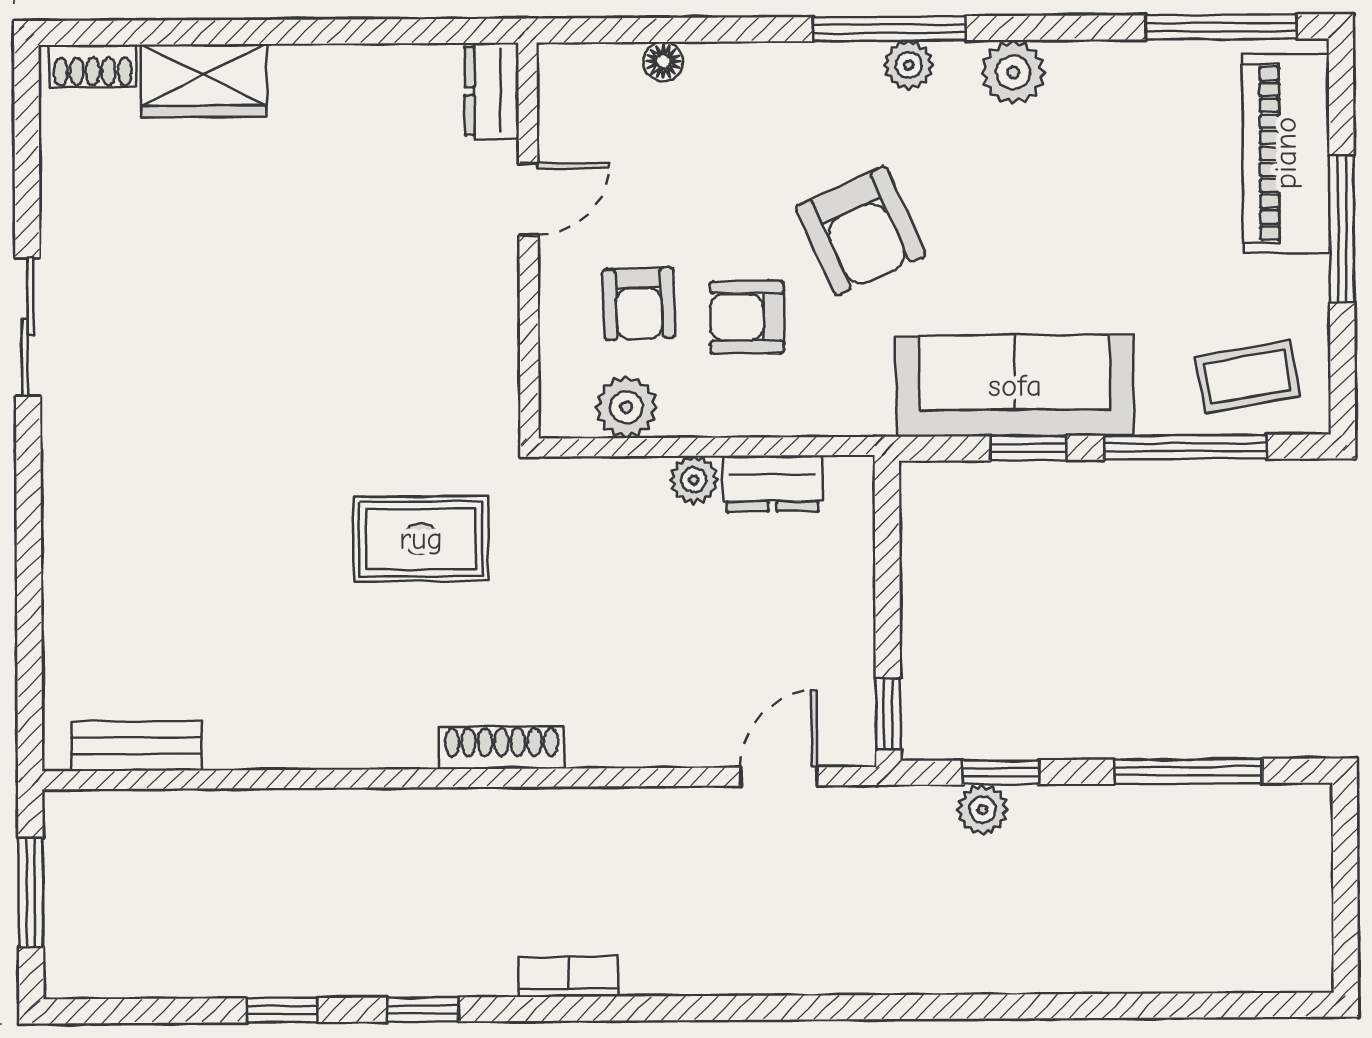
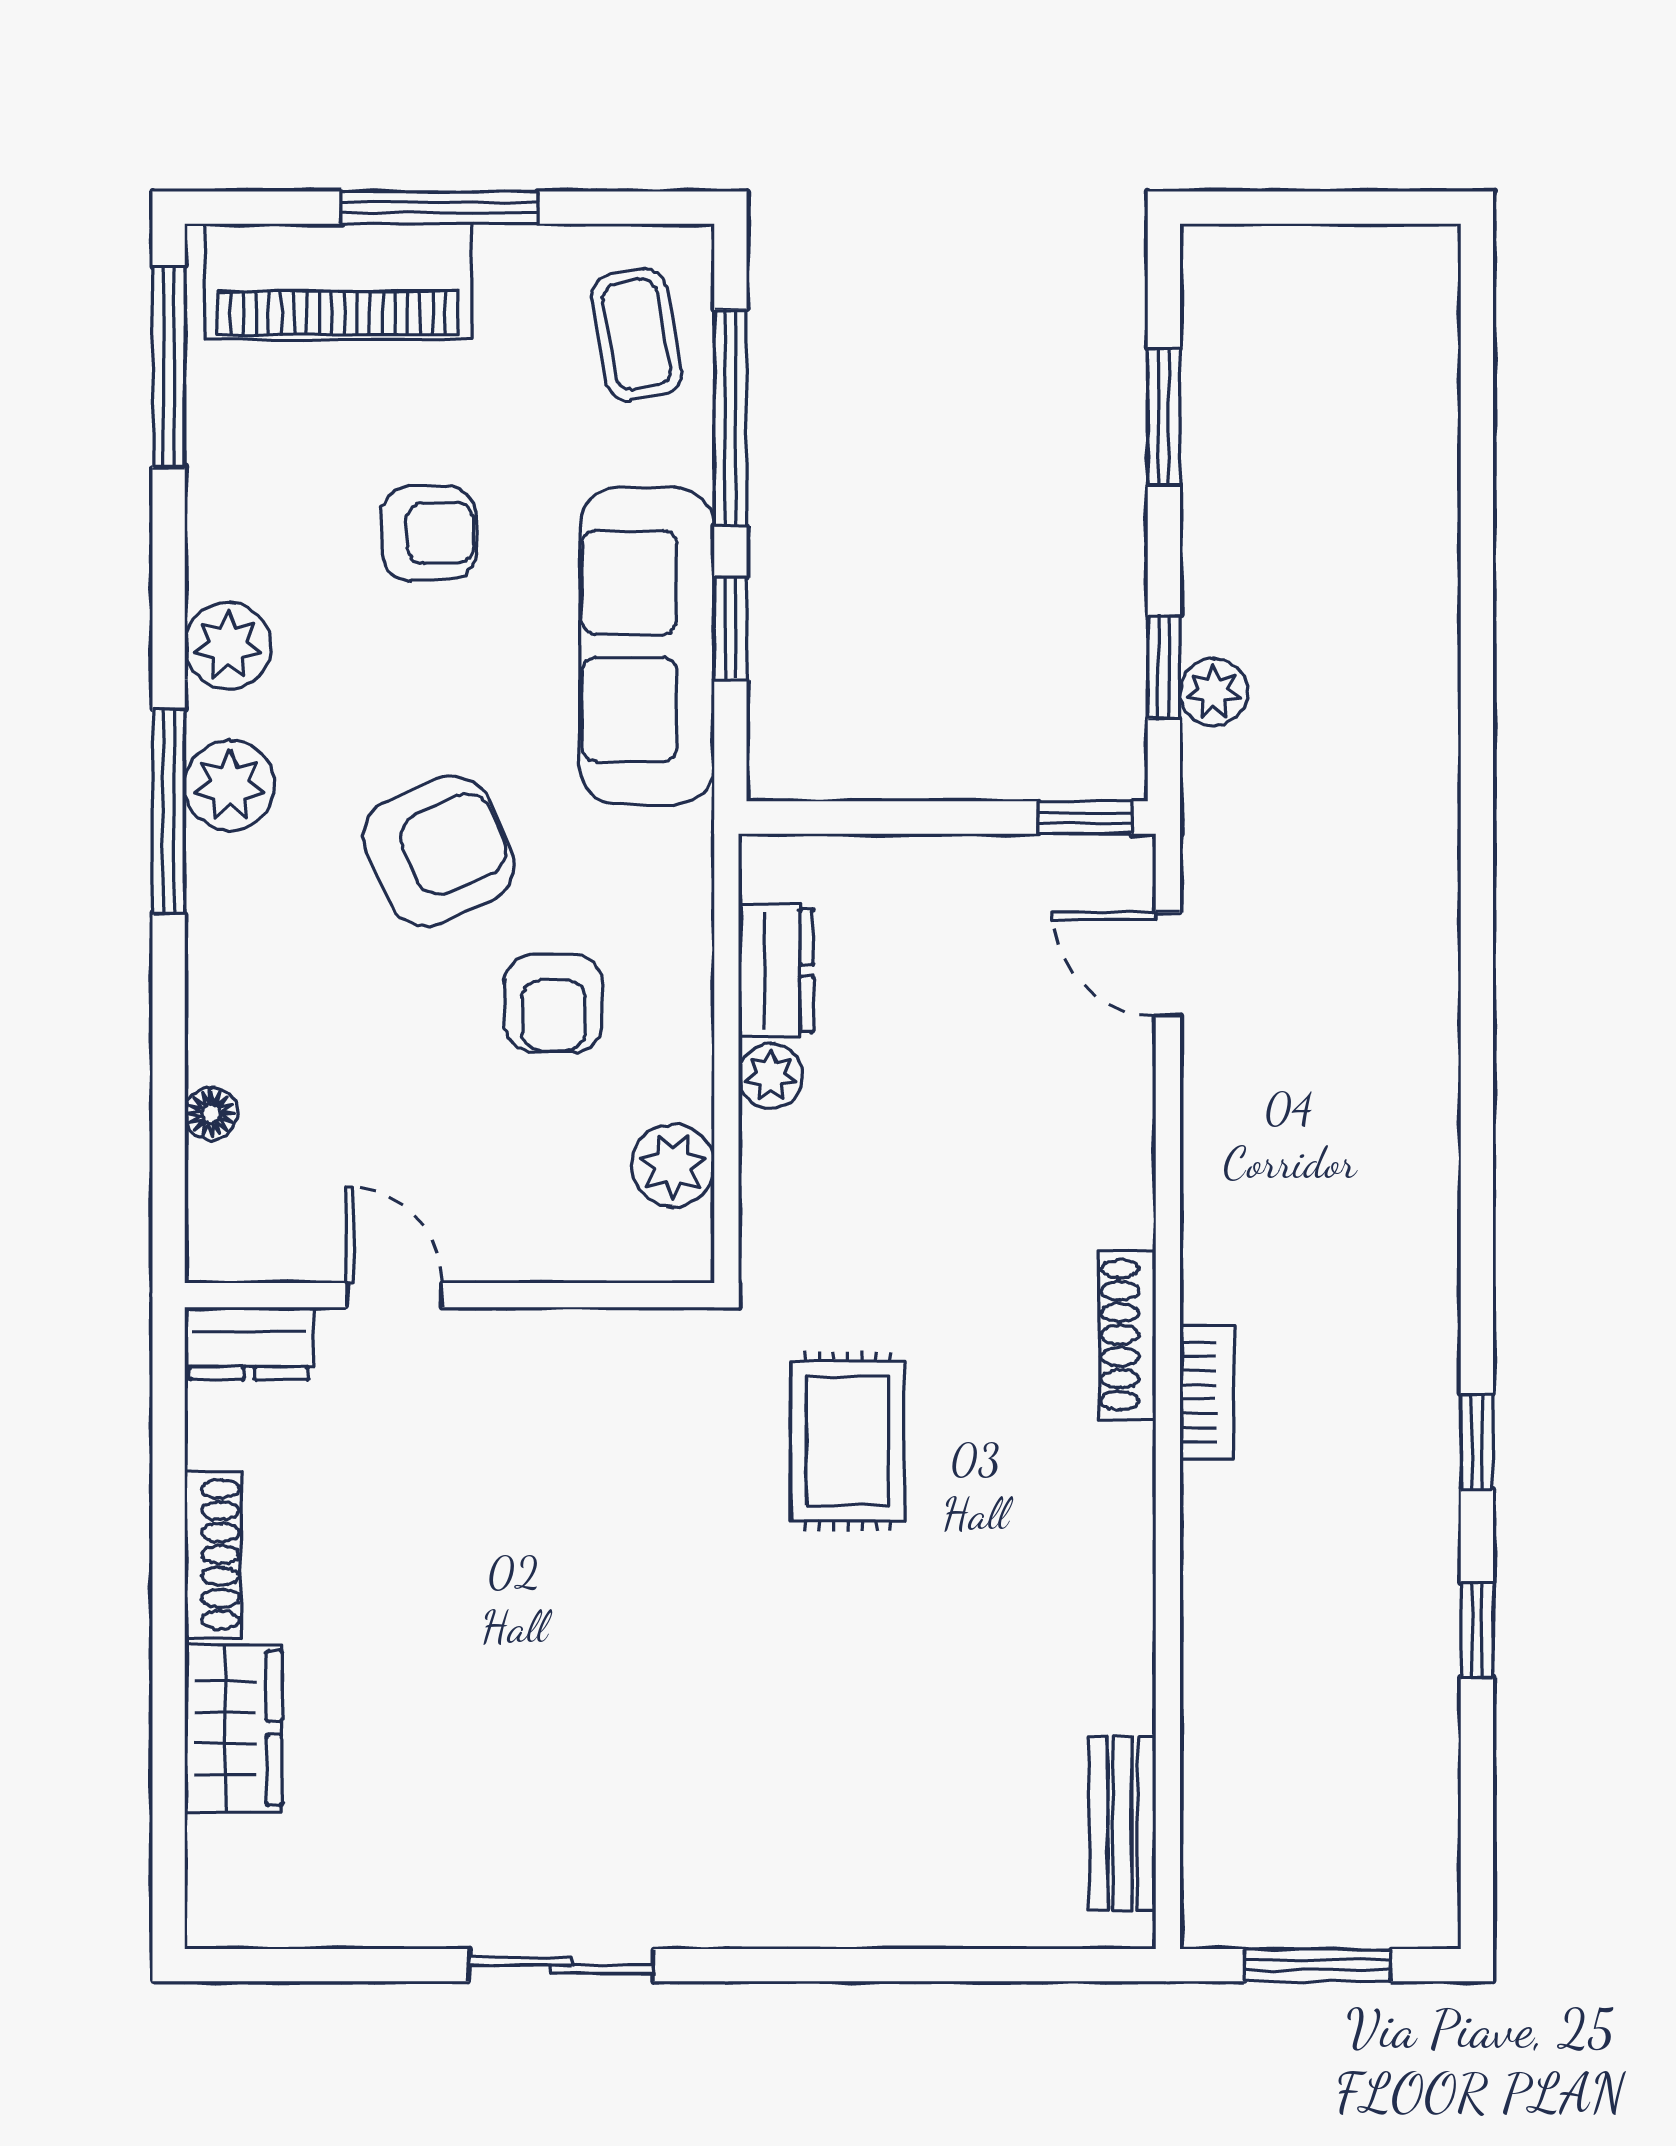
plant: (909, 65) -> (230, 785), width x1.38, depth x1.38
shoe rack: (93, 66) -> (213, 1554), moved, width x1.43
armchair: (639, 304) -> (429, 533), moved
window: (1188, 771) -> (1164, 417), width x0.69
bookcase: (568, 977) -> (1207, 1392), moved, turned 180

